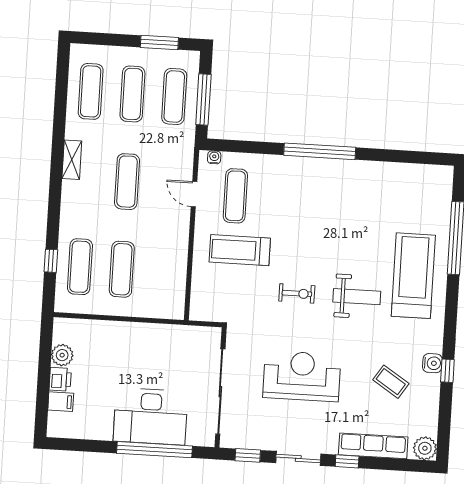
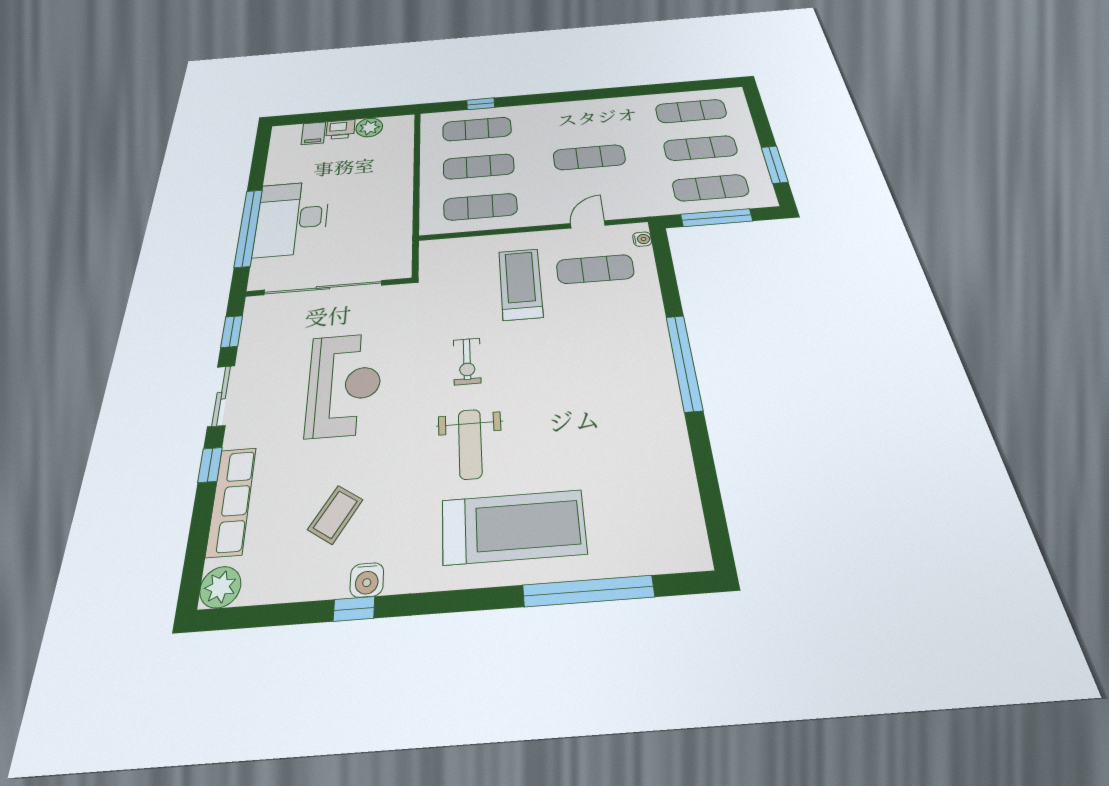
shelving: (72, 160) -> (604, 106), removed
exercise mat: (163, 272) -> (480, 207), added

